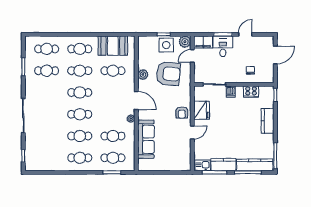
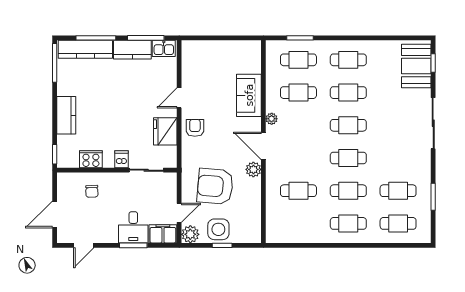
door: (245, 34) -> (84, 245), moved
booth: (113, 46) -> (416, 66), moved, turned 90
plant: (143, 74) -> (253, 169), moved
sofa: (146, 139) -> (249, 95), width x0.73

